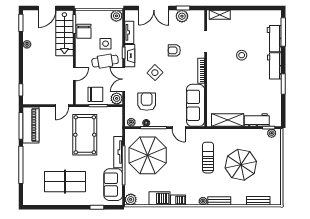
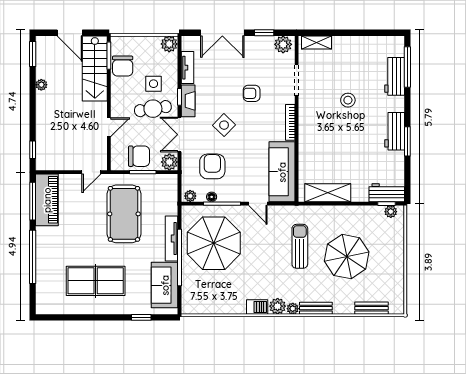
door: (47, 8) -> (70, 33), hinge flipped
plant: (182, 16) -> (283, 44), moved
workbench: (274, 66) -> (395, 131), moved
workbench: (257, 120) -> (387, 193), moved
barbecue: (159, 198) -> (231, 305), removed
plant: (131, 199) -> (278, 306), moved

